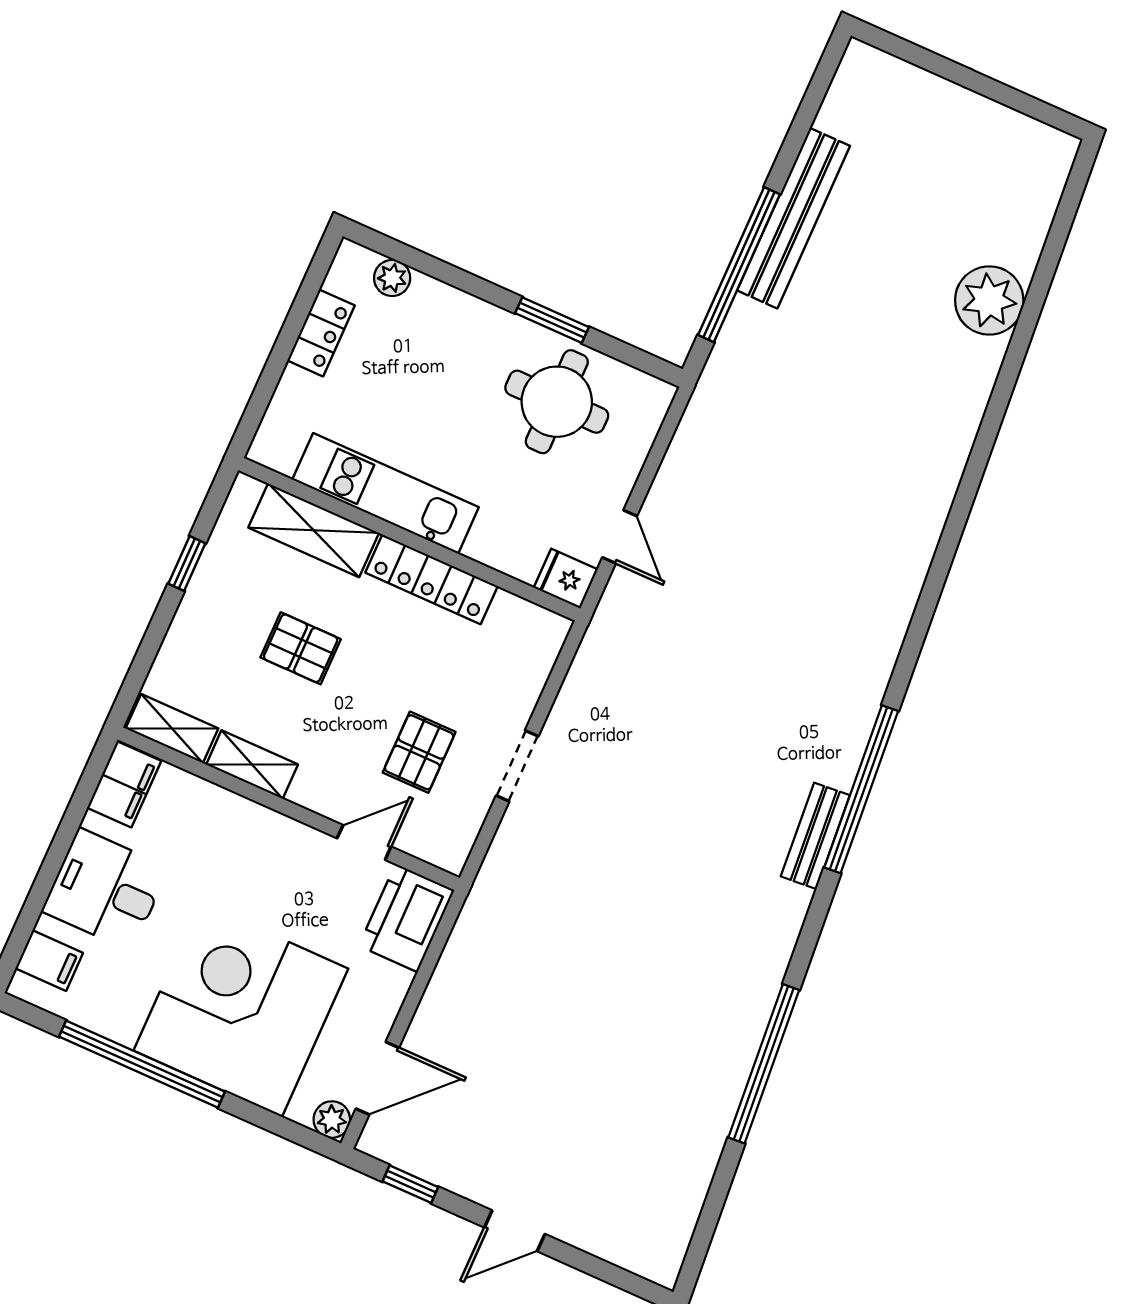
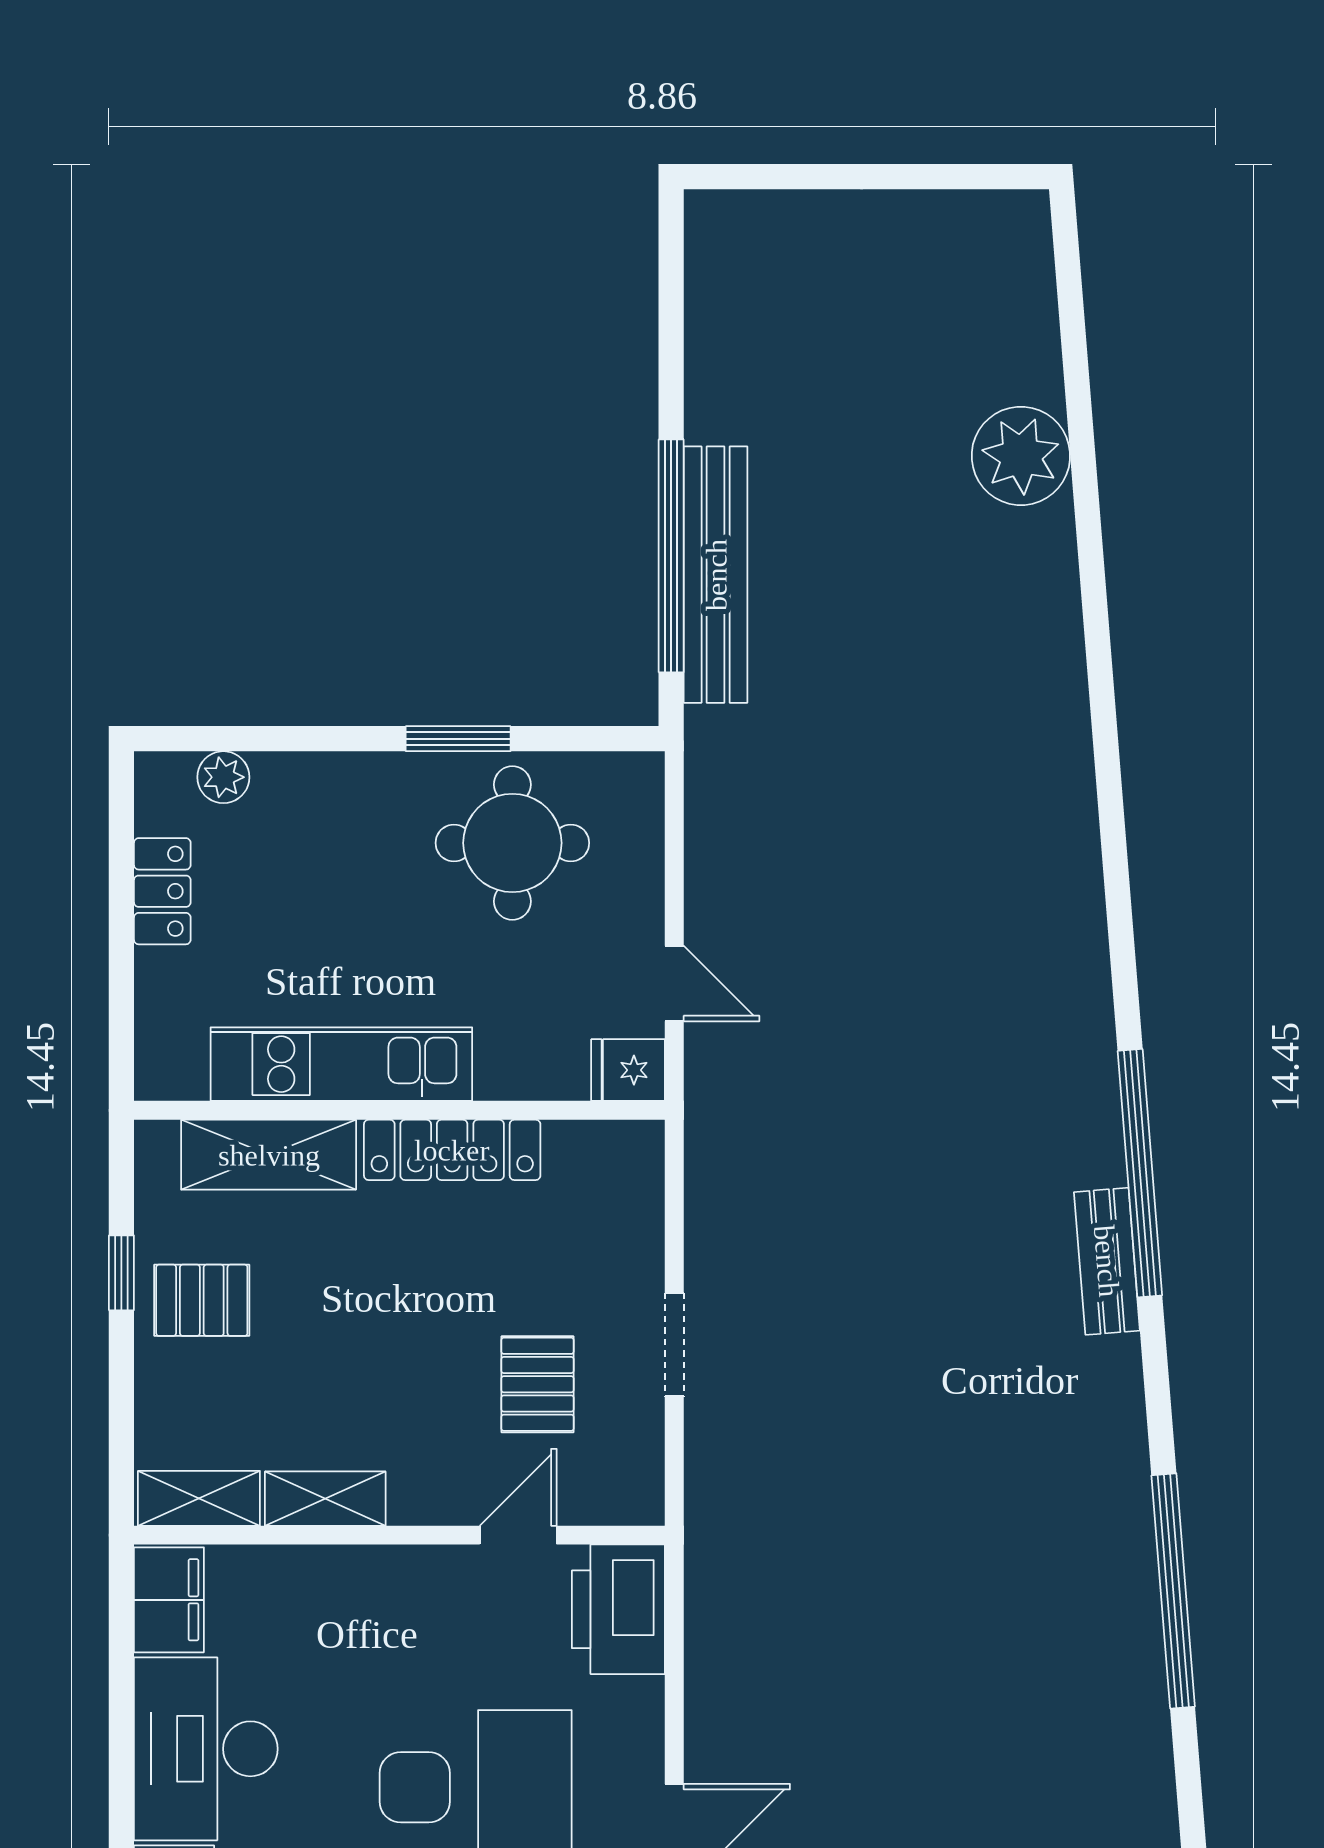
bench: (794, 218) -> (716, 575), moved
pallet: (301, 648) -> (202, 1300), moved
desk: (105, 889) -> (206, 1749), width x1.37

